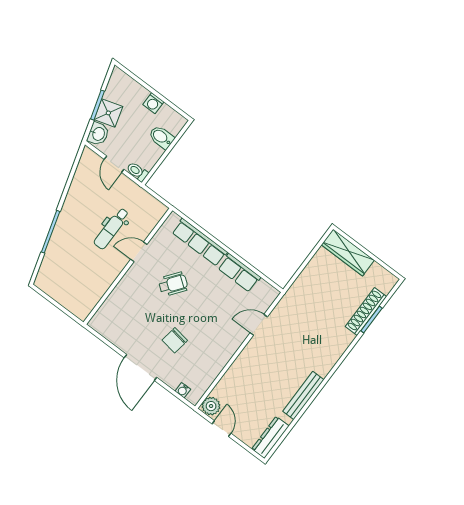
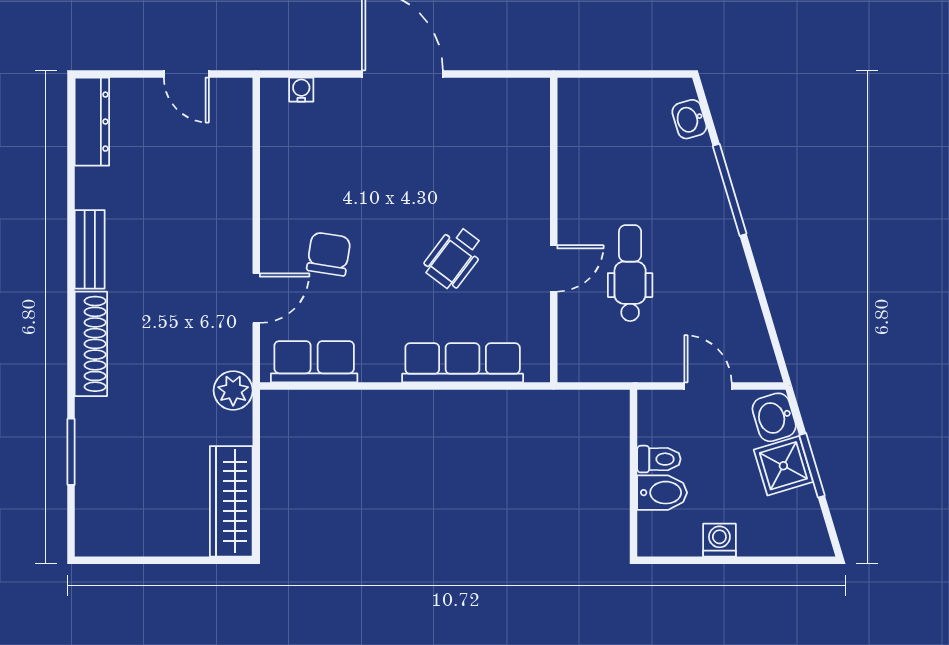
toilet: (137, 172) -> (659, 459), moved
wardrobe: (348, 253) -> (231, 501), moved, turned -90
washbasin: (46, 270) -> (689, 119), added
row of seats: (239, 273) -> (314, 362), moved
shoe rack: (366, 312) -> (91, 344), moved
chair: (175, 340) -> (329, 254), moved
bench: (303, 396) -> (90, 249), width x0.73
plant: (211, 406) -> (233, 390), moved

